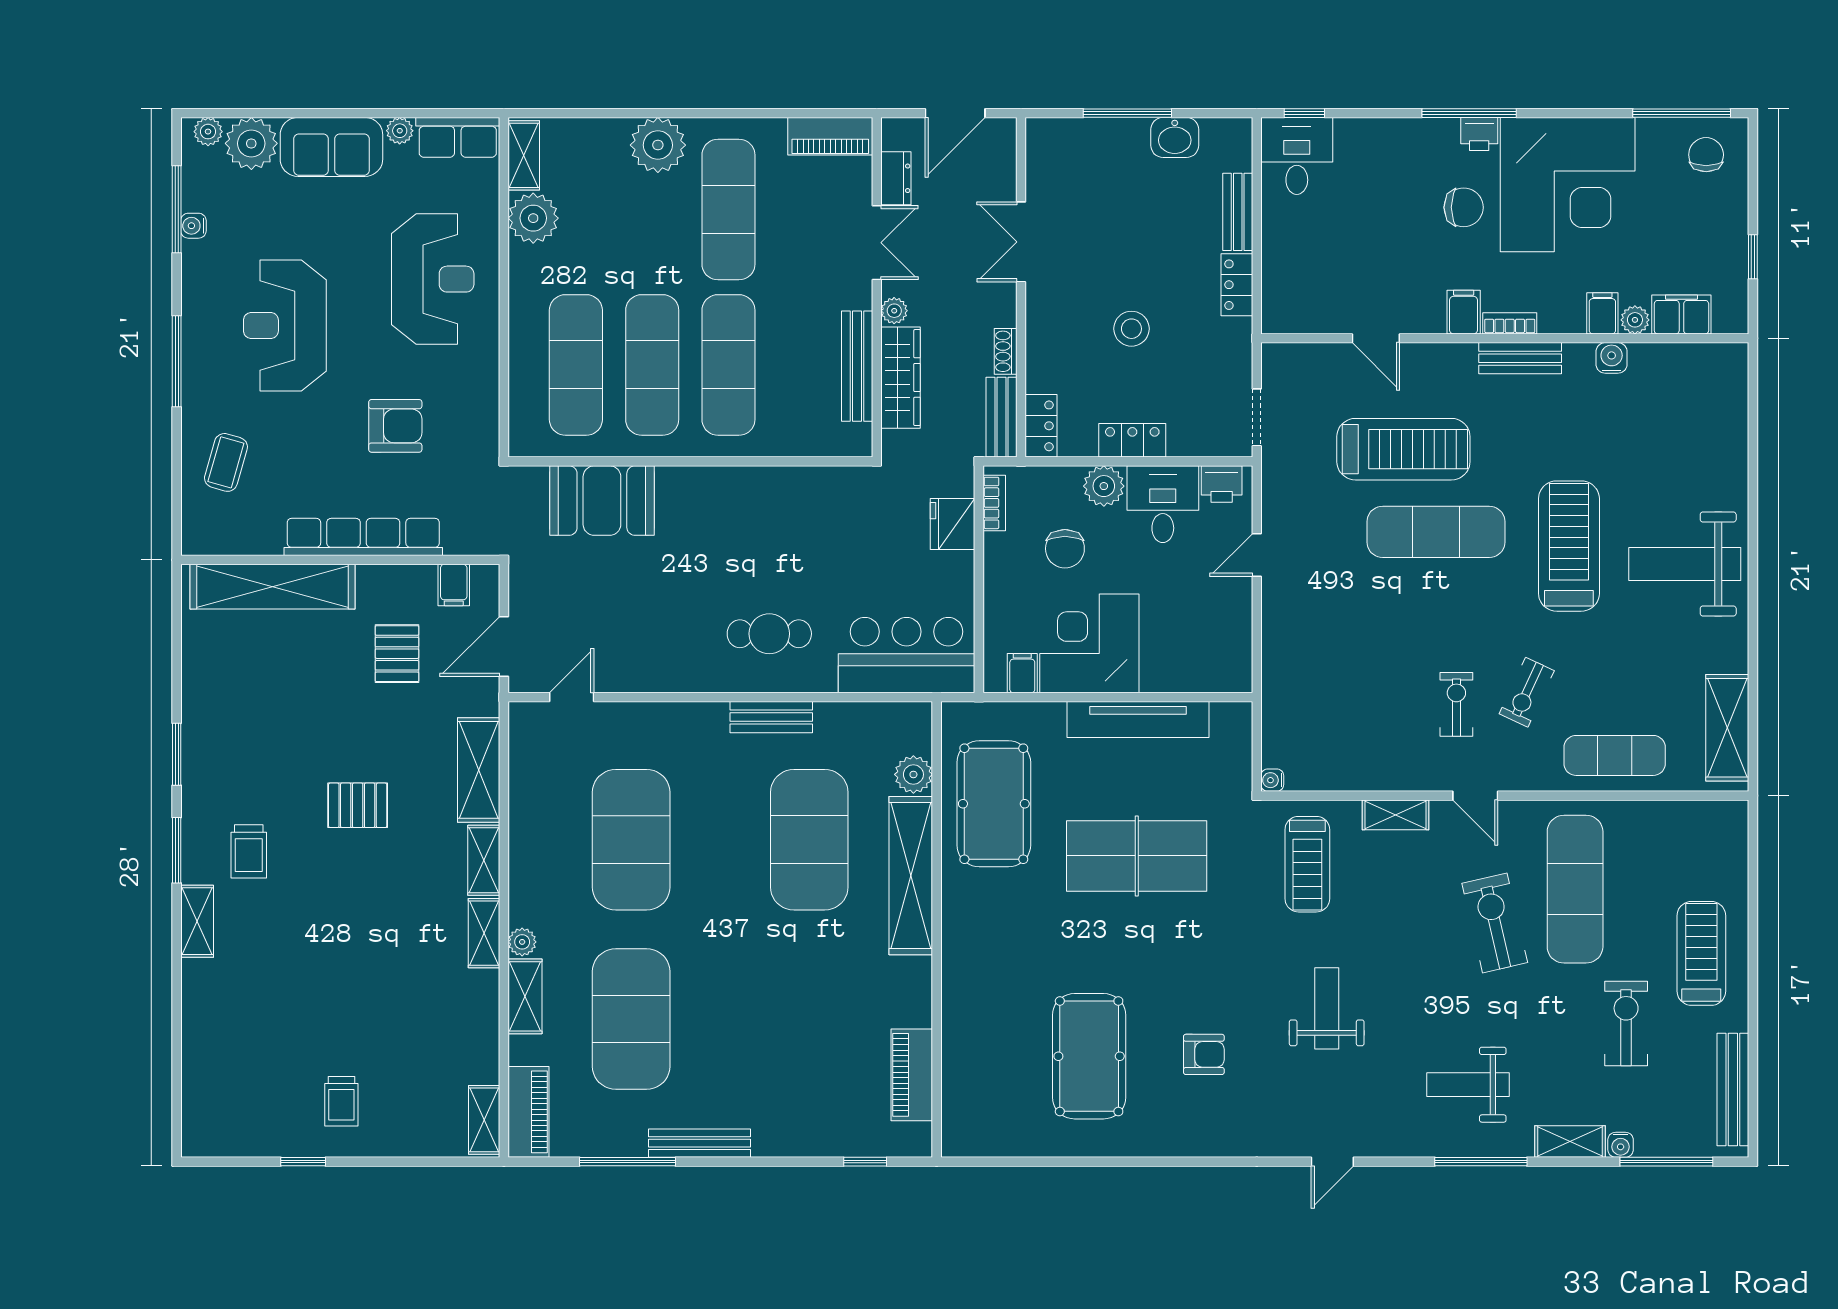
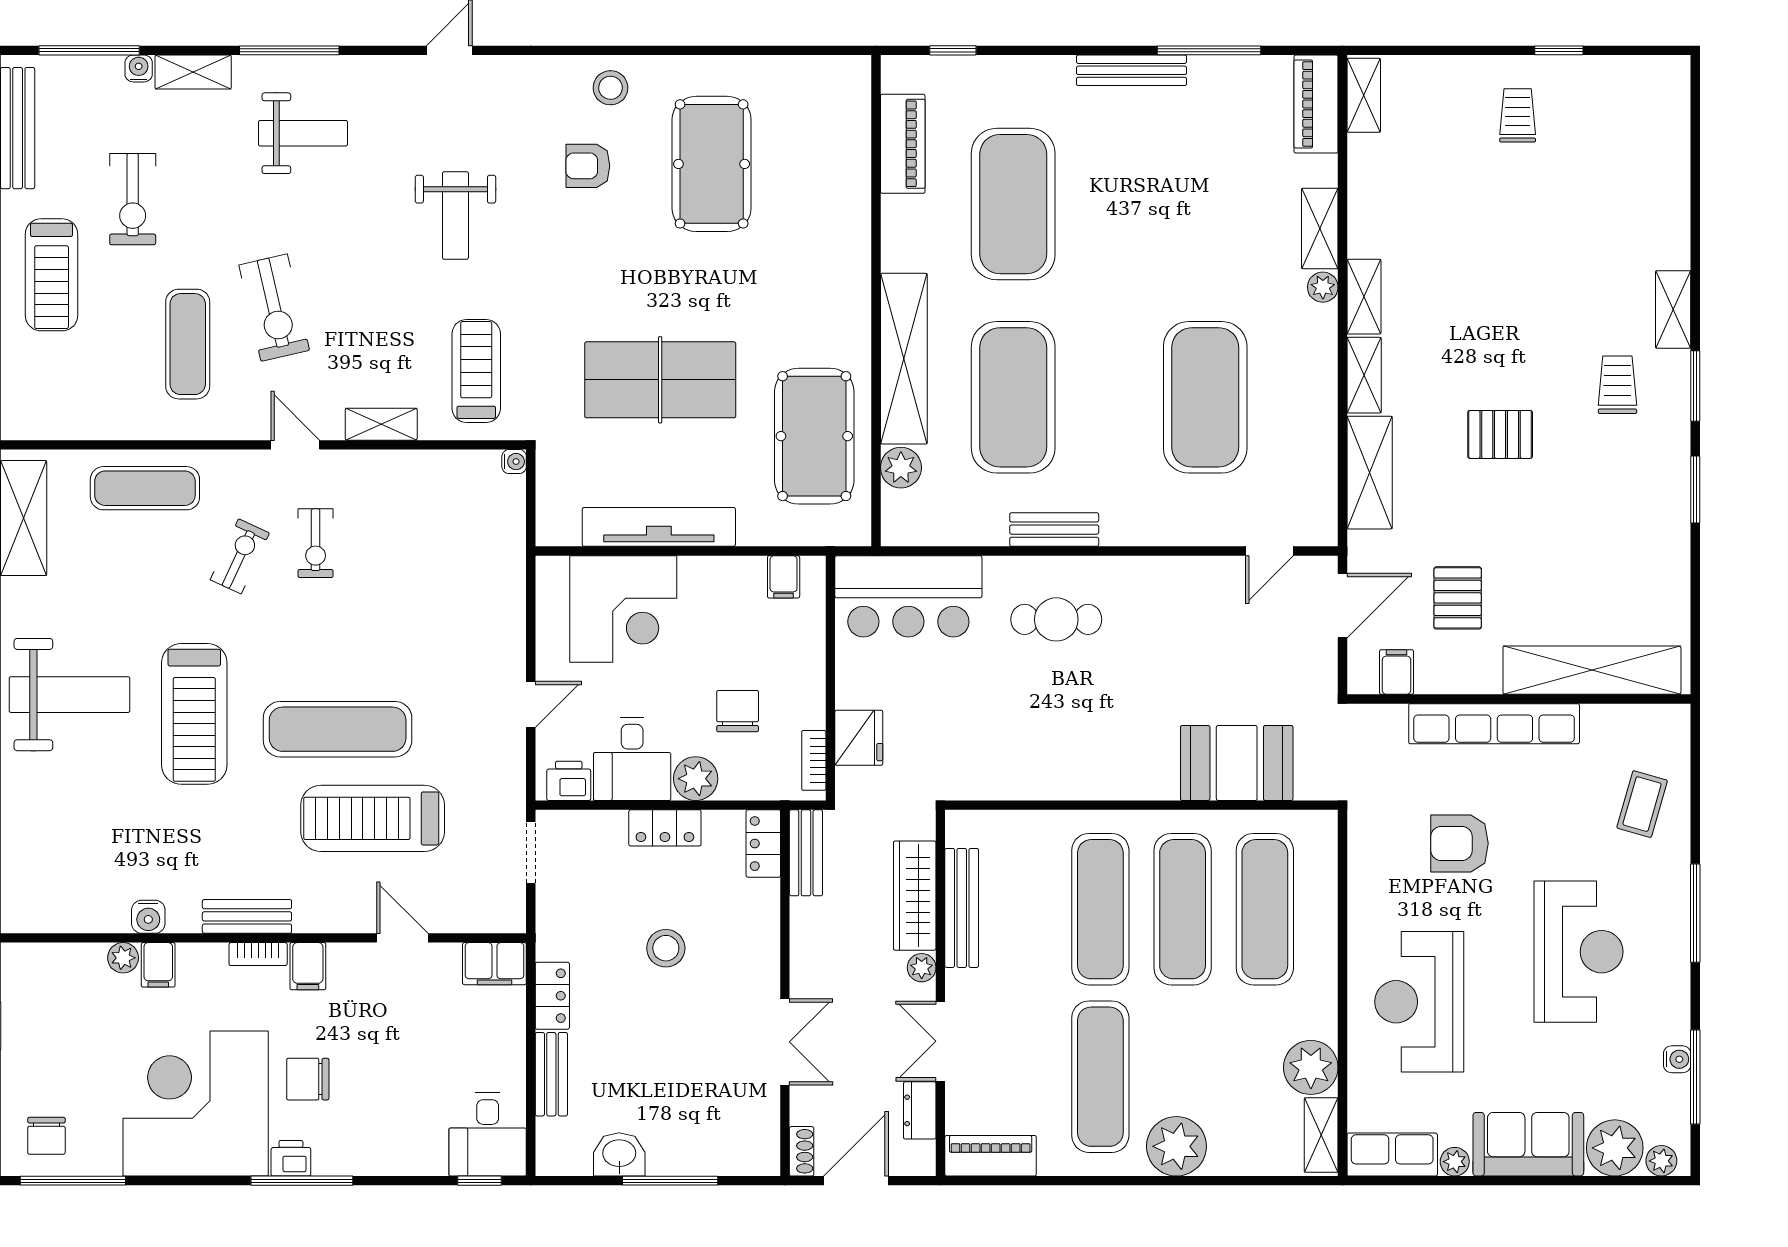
filing cabinet: (1681, 314) -> (494, 964), moved
shoe rack: (1006, 351) -> (802, 1151), moved
corner desk: (1089, 643) -> (623, 609), moved
exercise mat: (1575, 889) -> (188, 344), width x0.73, depth x0.69
exercise mat: (631, 1019) -> (1013, 204), moved
stool: (1183, 1127) -> (611, 88), added

